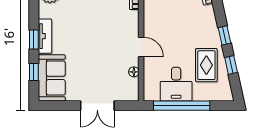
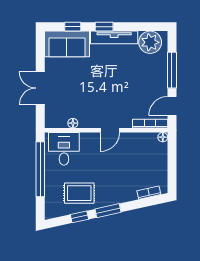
window: (225, 35) -> (108, 211), width x1.50
tv unit: (45, 36) -> (114, 37), width x1.41
door: (141, 47) -> (110, 130), moved
desk: (176, 84) -> (64, 149), moved, turned 90

